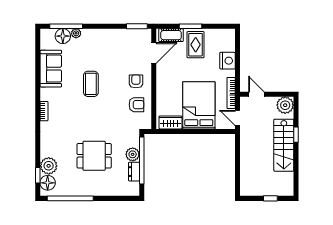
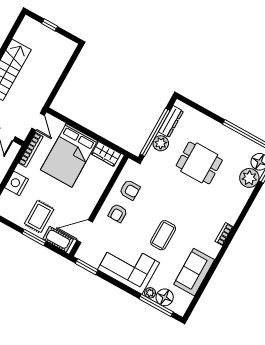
corner sofa: (105, 45) -> (128, 266), added
armchair: (136, 105) -> (130, 190), turned 180
dresser: (134, 172) -> (171, 122), width x1.44

